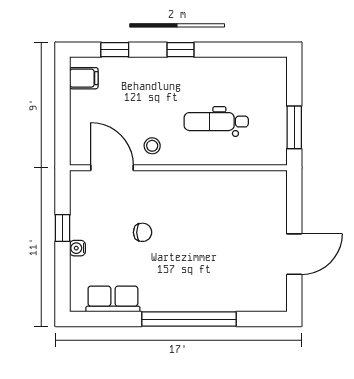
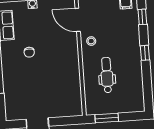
door: (112, 168) -> (78, 20), swing flipped
chair: (143, 232) -> (29, 52), moved

